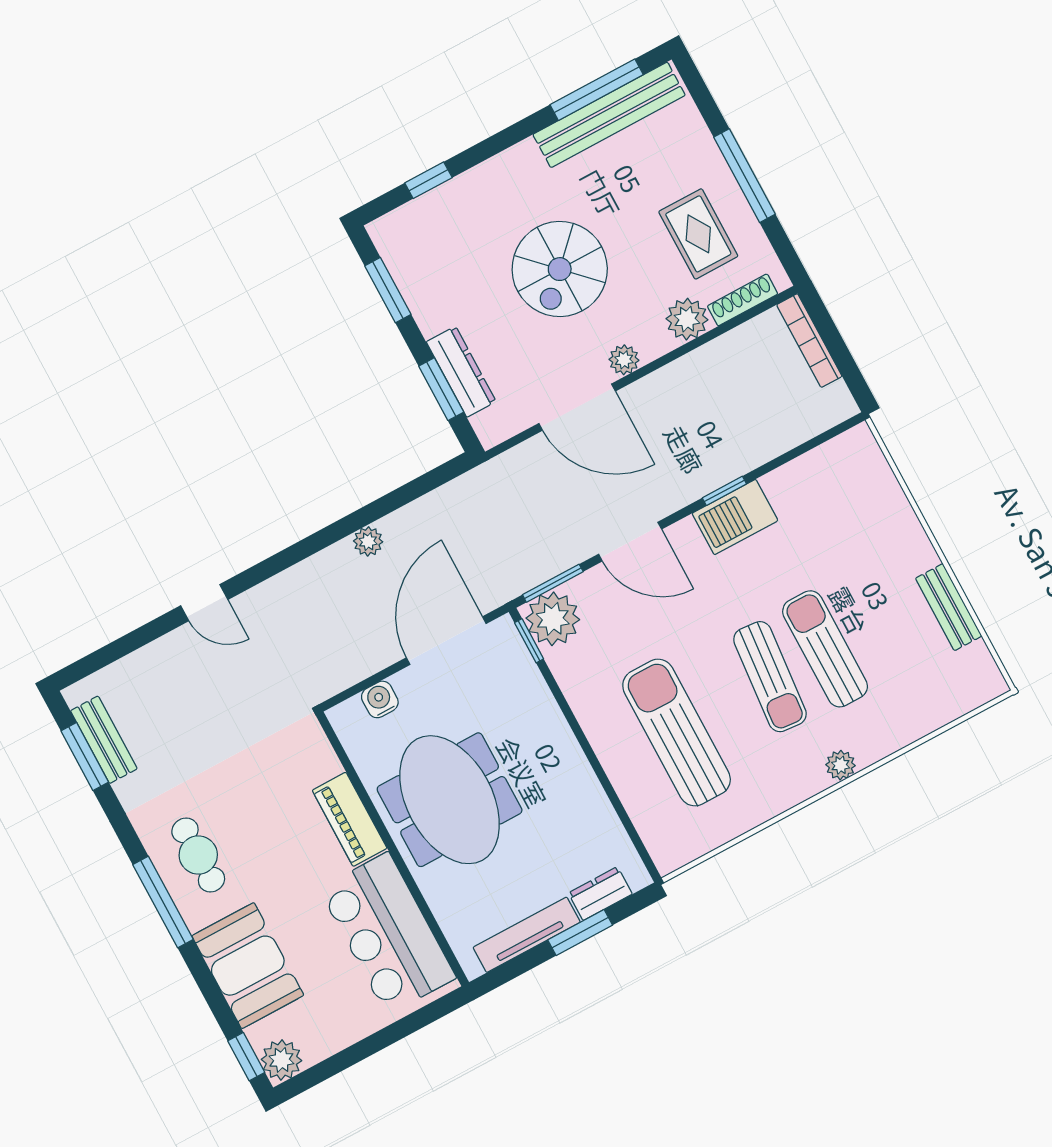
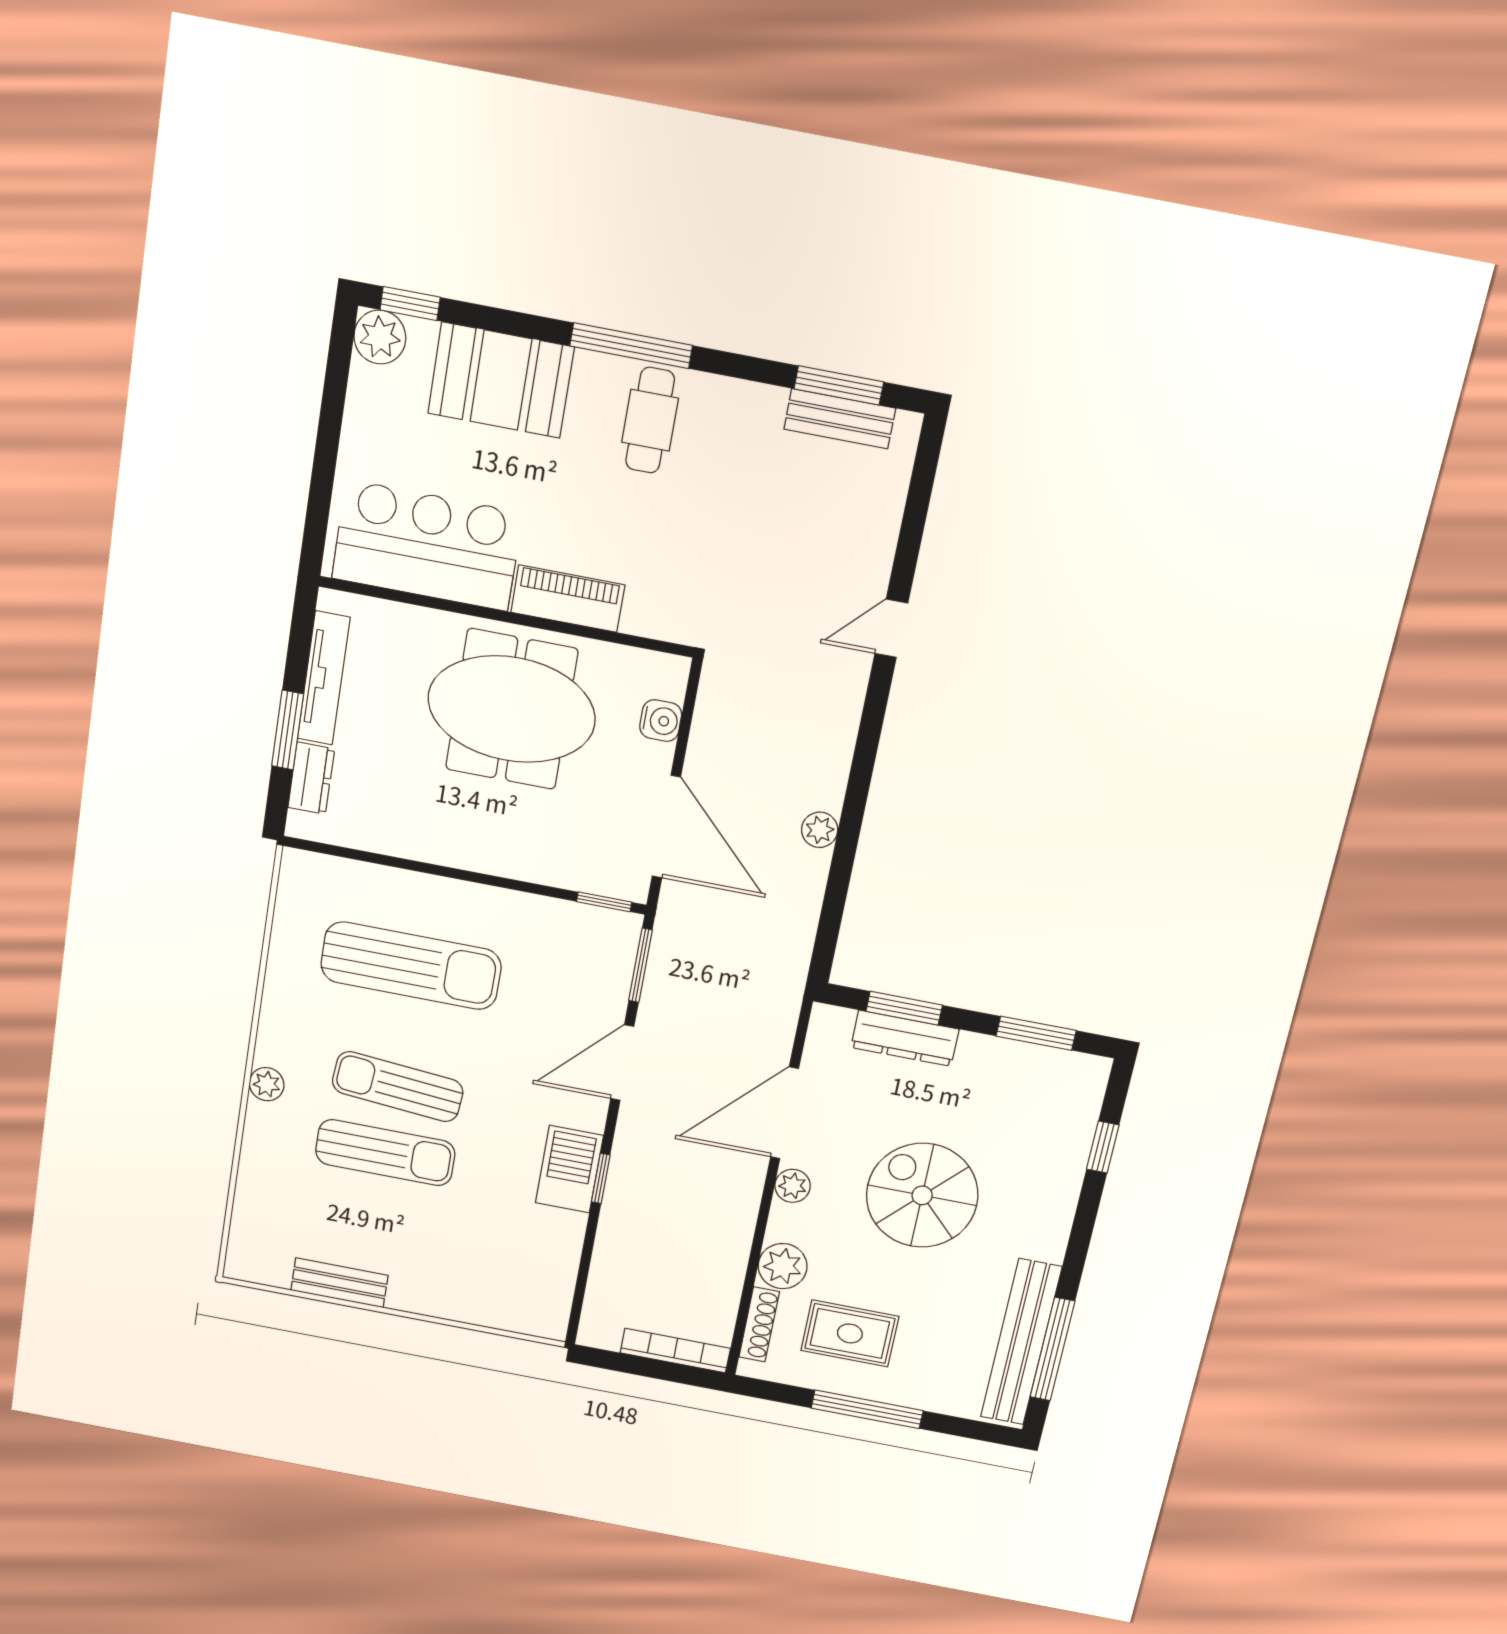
plant: (553, 619) -> (607, 939), removed
cafe table: (198, 855) -> (650, 420), turned 90

